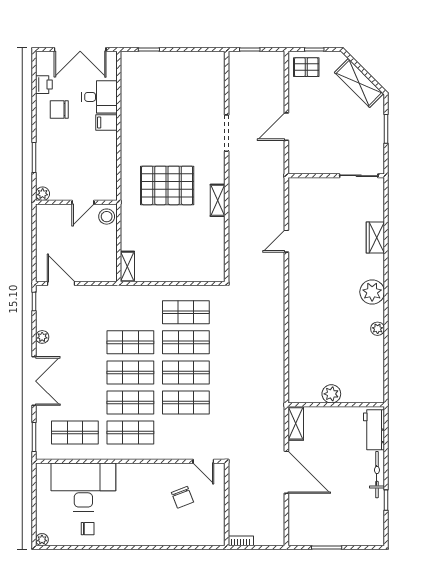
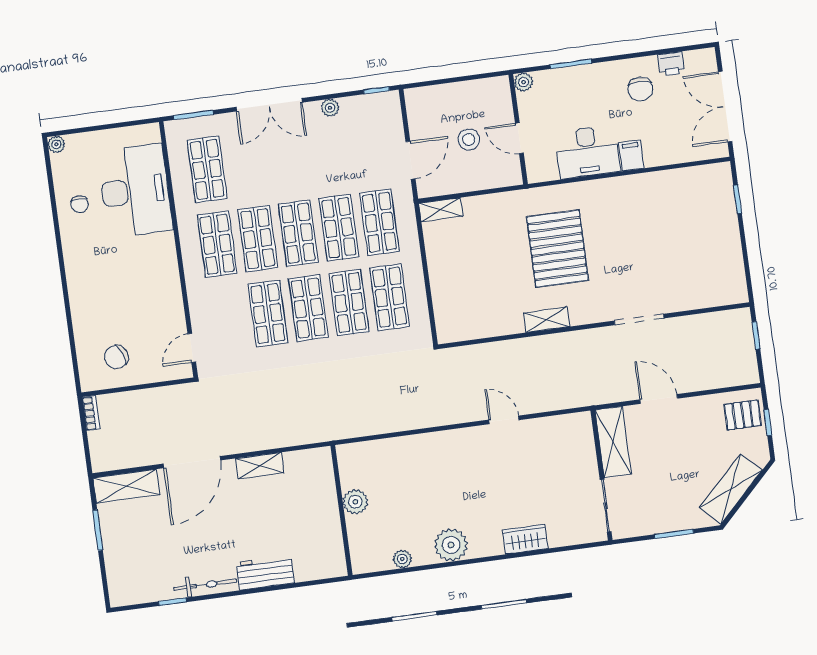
pallet: (306, 67) -> (743, 415), turned 90
desk: (100, 97) -> (587, 152), moved, width x1.37
chair: (59, 109) -> (640, 89), turned 180
shelving: (313, 164) -> (613, 442), added
stool: (107, 217) -> (469, 140), moved
door: (61, 284) -> (411, 160), moved
shop shelf: (130, 312) -> (379, 222), added
plant: (331, 394) -> (355, 502), moved
wall: (336, 405) -> (341, 510), moved
chair: (183, 497) -> (116, 357), moved
shelving: (297, 522) -> (126, 486), added

